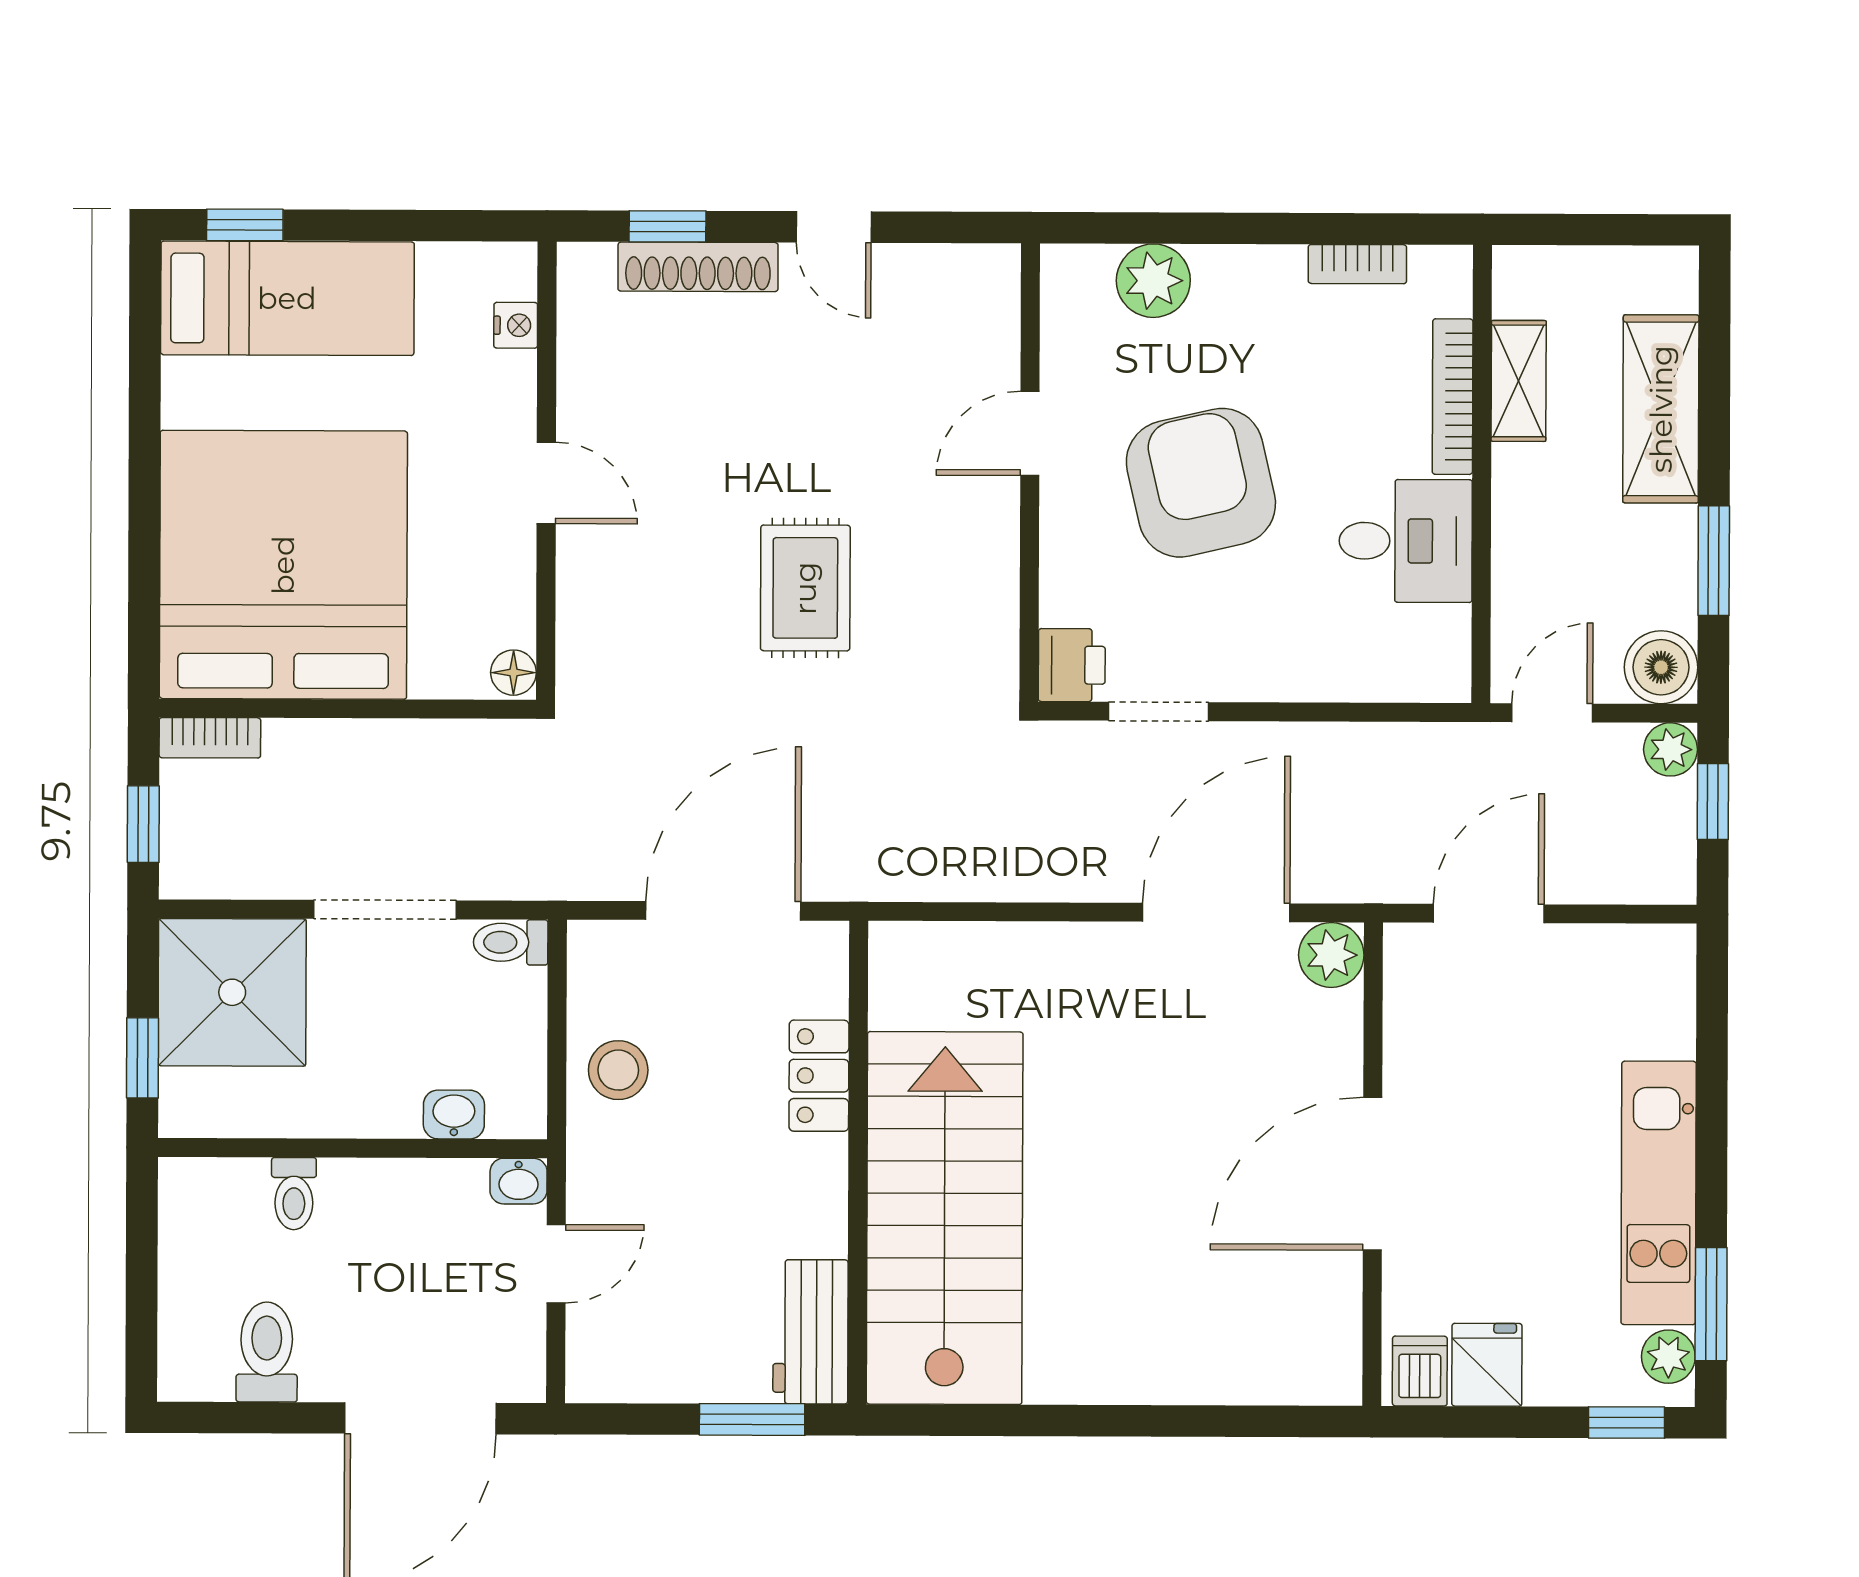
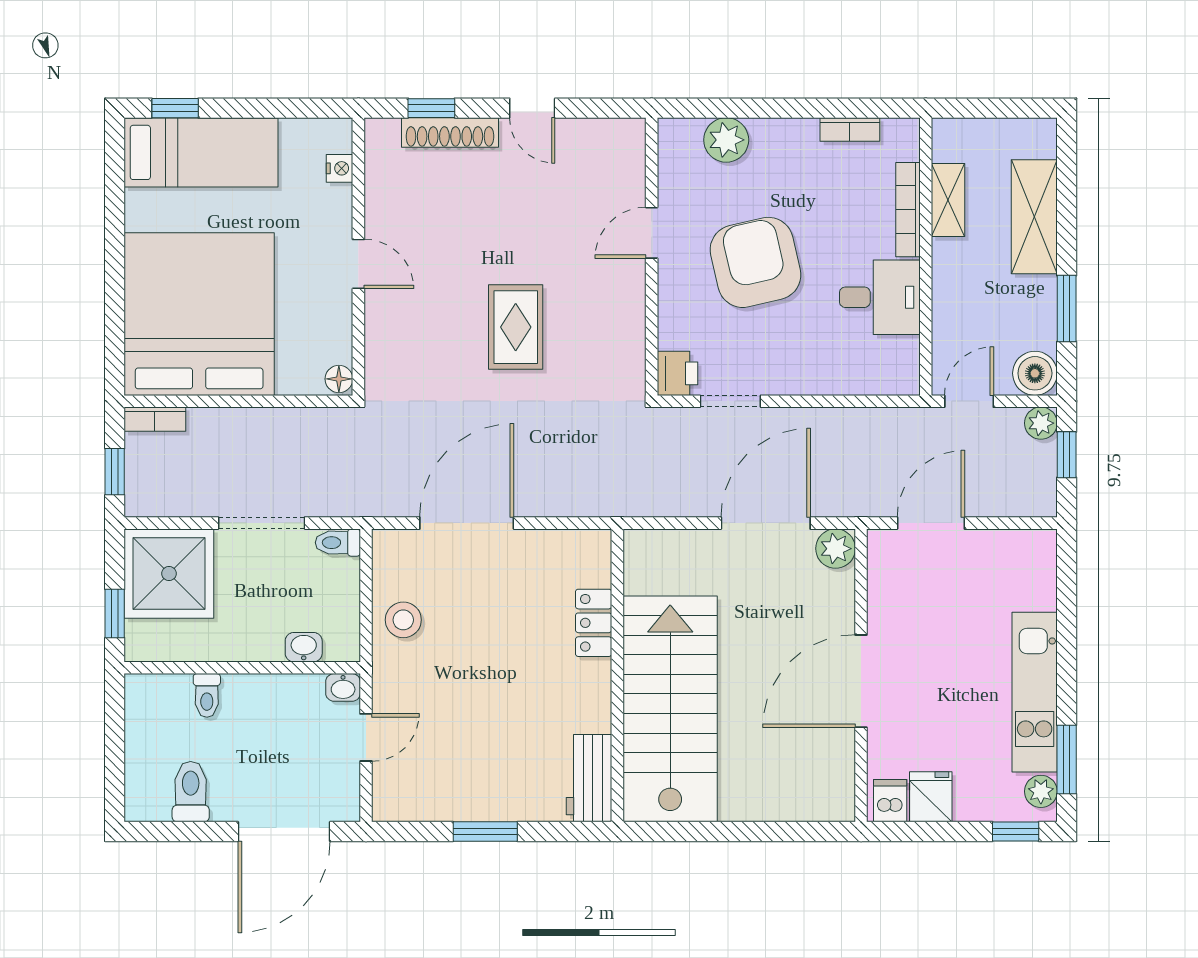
locker: (819, 1076) -> (594, 623), moved
wall: (858, 1162) -> (617, 675), moved
stairs: (945, 1218) -> (670, 709), moved
workbench: (810, 1332) -> (589, 778), moved

